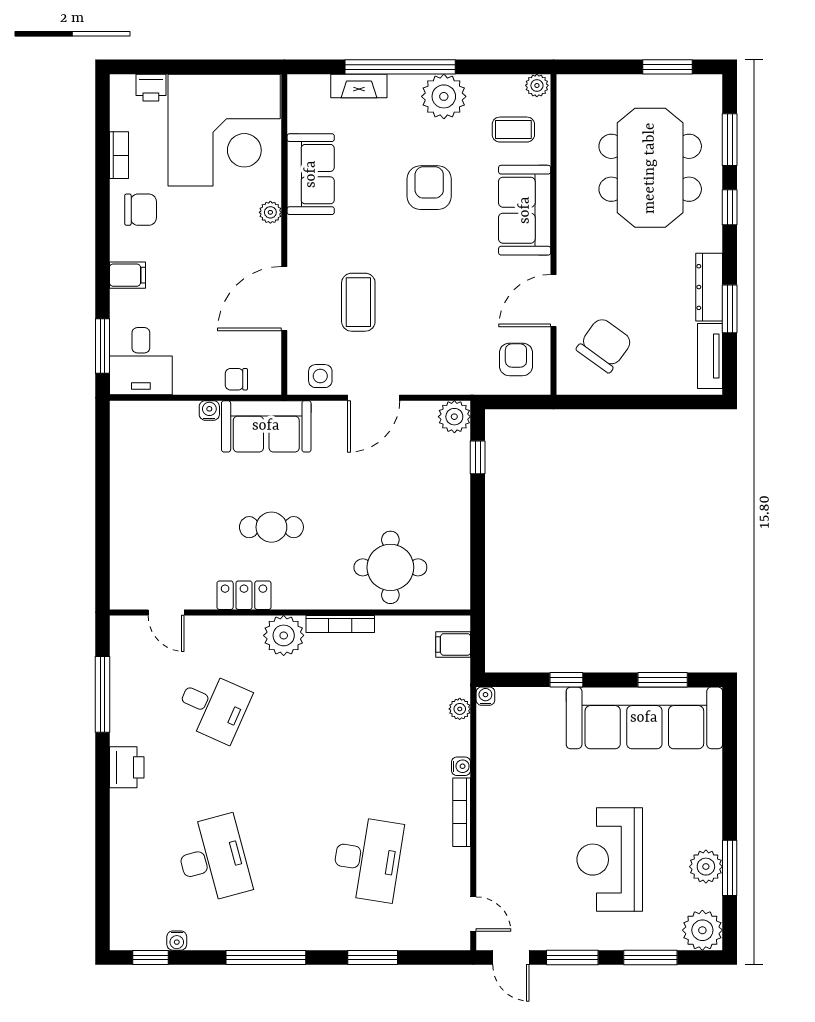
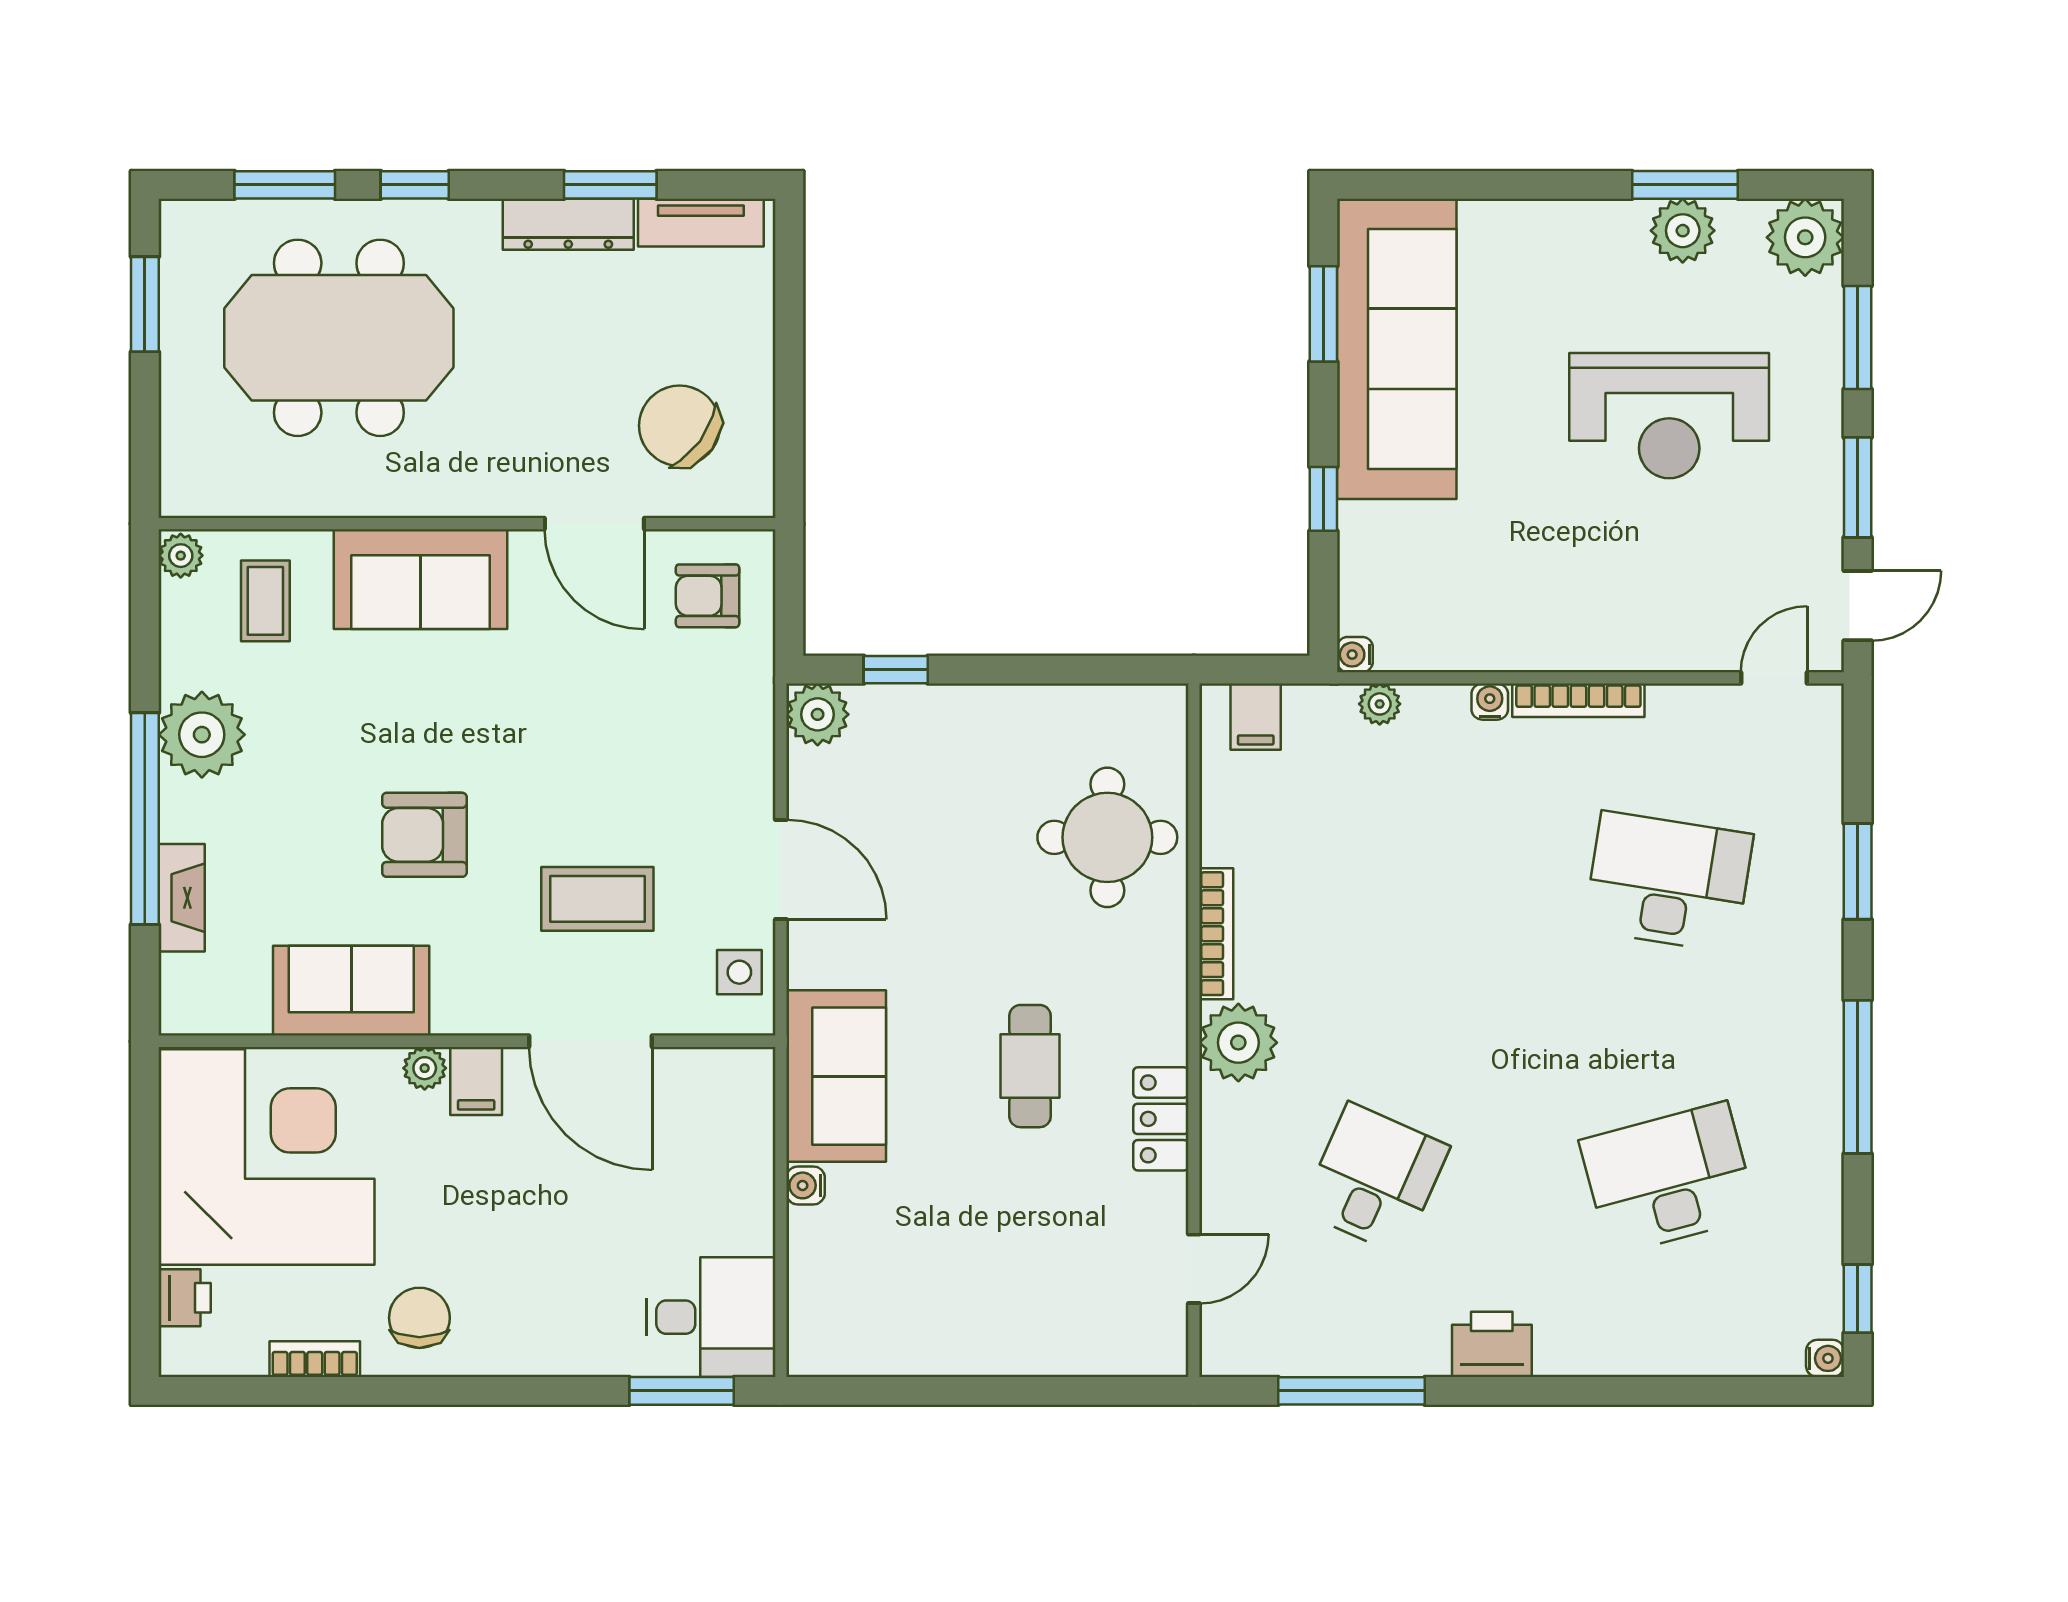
armchair: (429, 188) -> (424, 835), moved
filing cabinet: (127, 275) -> (476, 1081), moved, turned 180
chair: (236, 379) -> (746, 1134), removed
water cooler: (177, 941) -> (1825, 1358), moved

